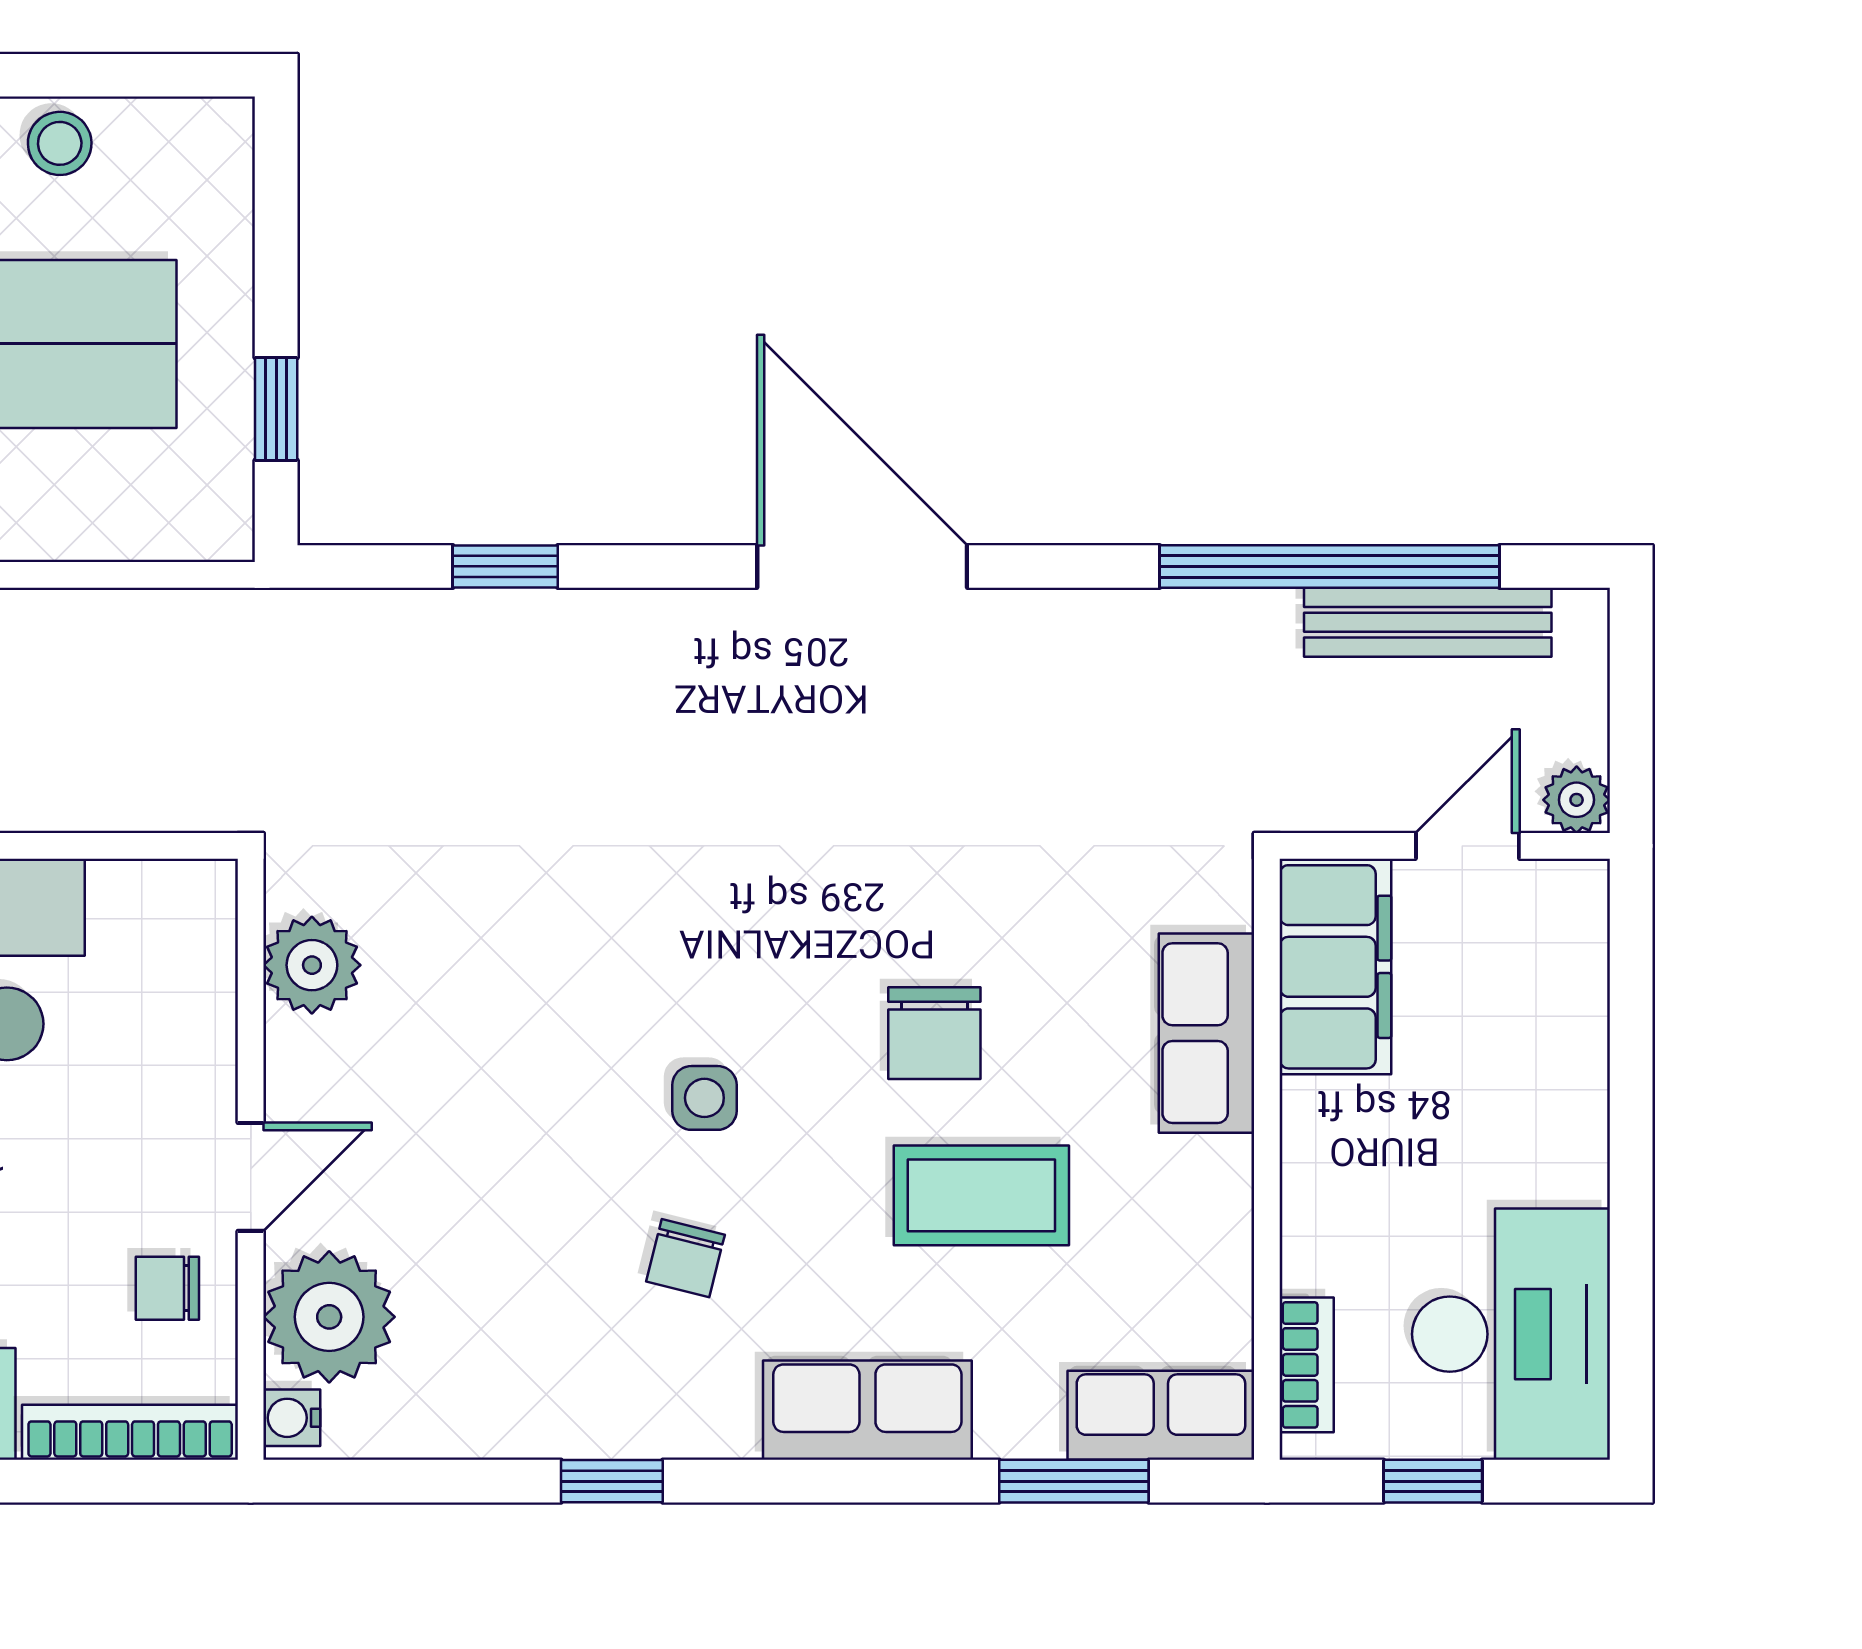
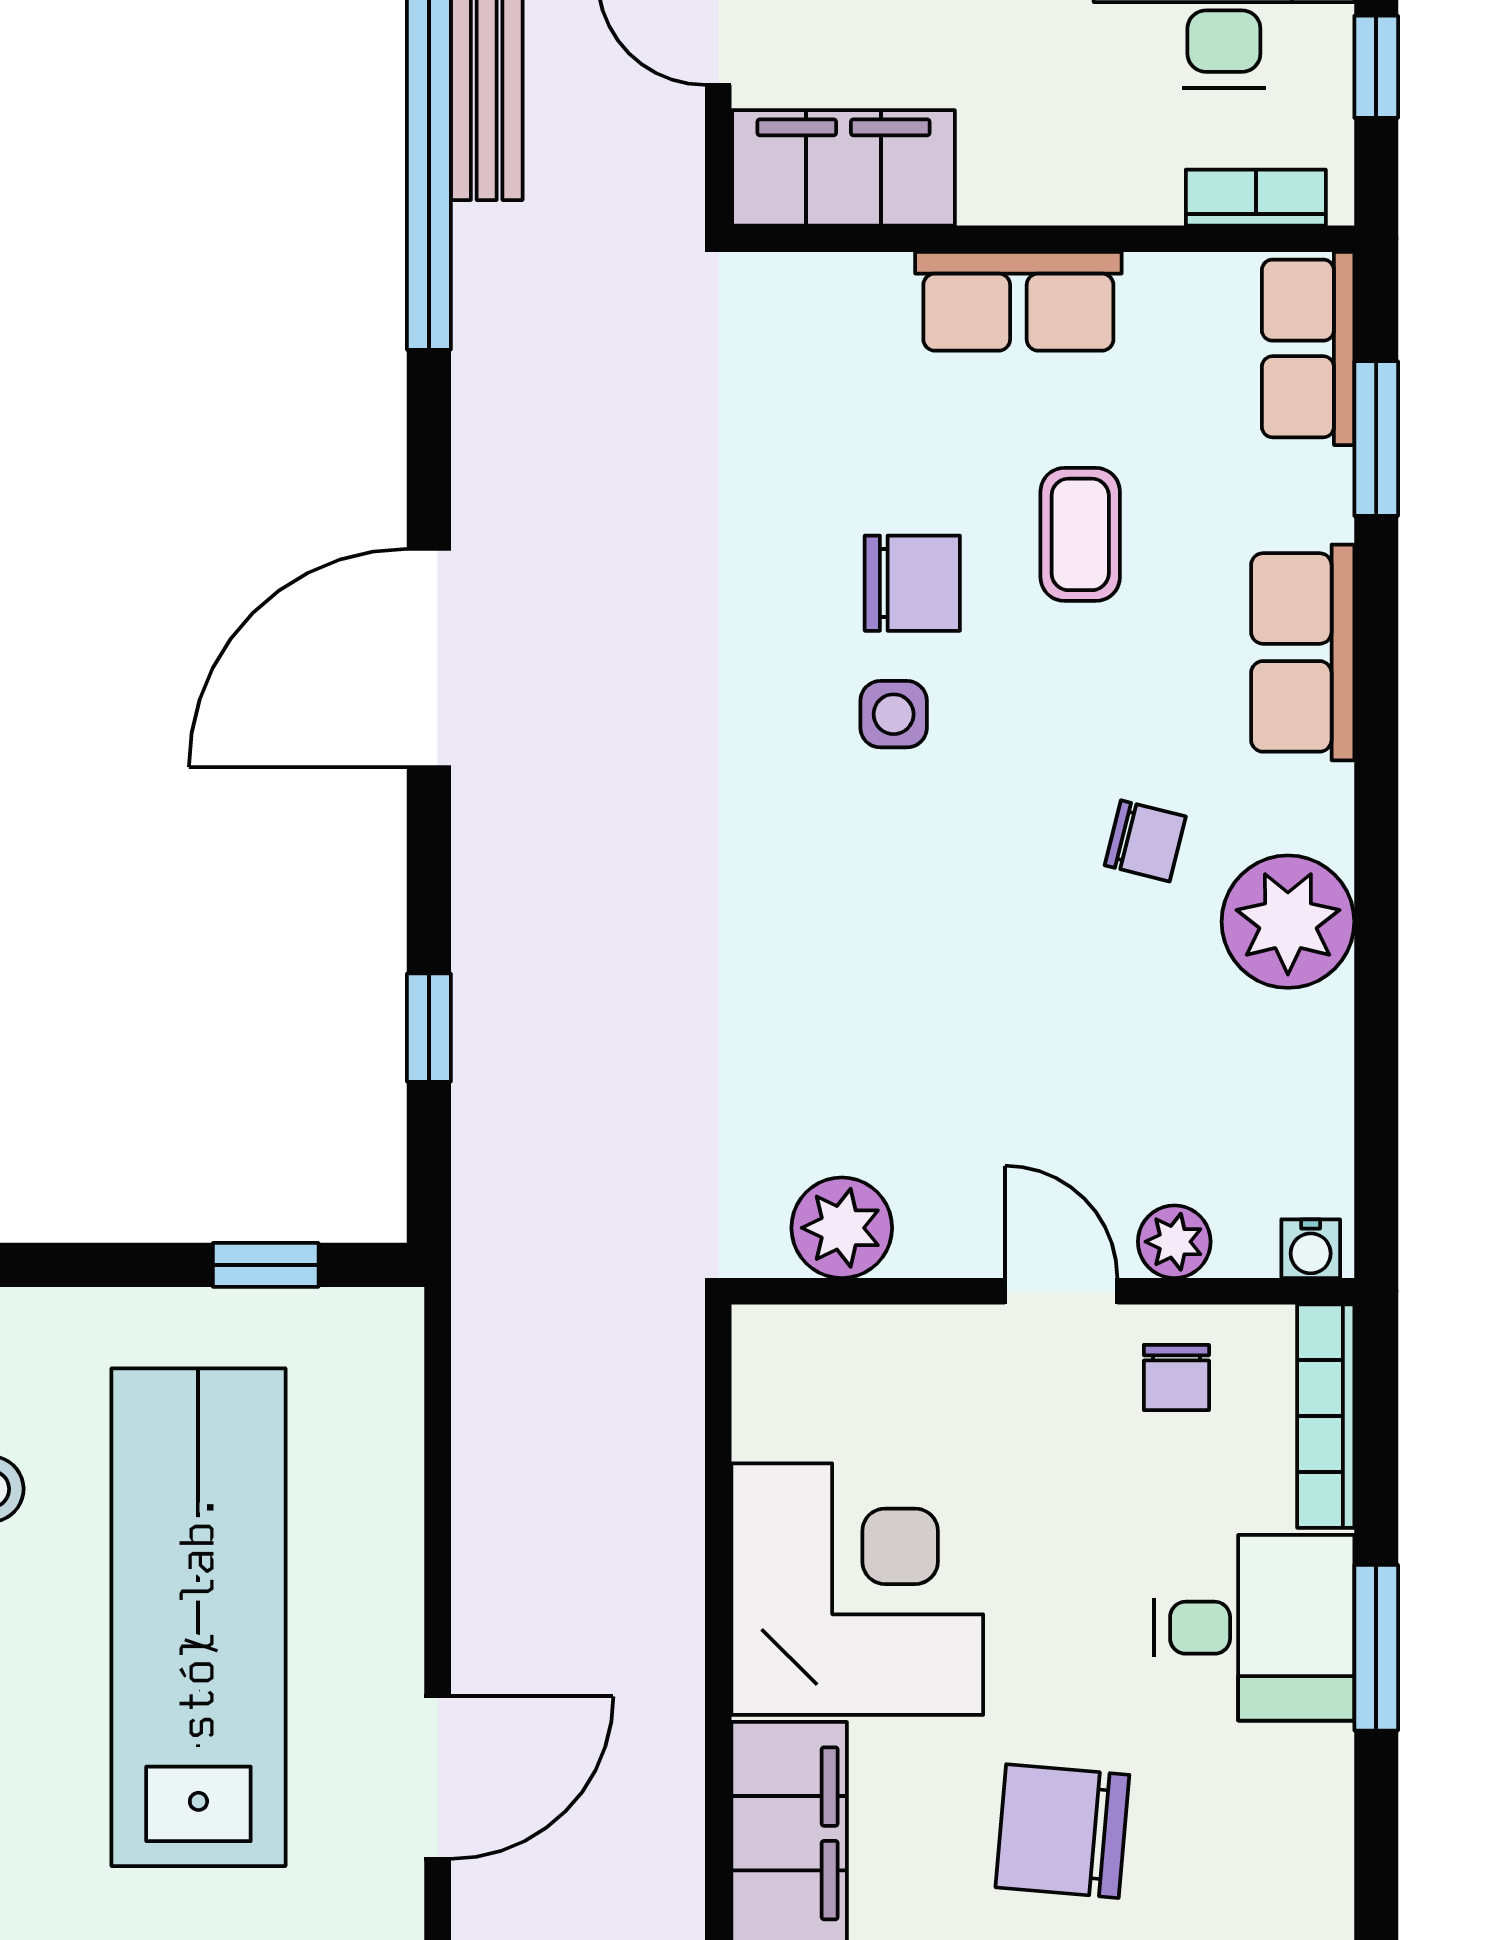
row of seats: (1207, 1033) -> (1018, 301), moved
side table: (704, 1098) -> (894, 714), moved
coffee table: (981, 1195) -> (1080, 534), width x0.73, depth x0.77
plant: (329, 1317) -> (1174, 1242), width x0.53, depth x0.53
plant: (607, 1396) -> (1288, 922), added
window: (612, 1481) -> (1376, 917), removed

